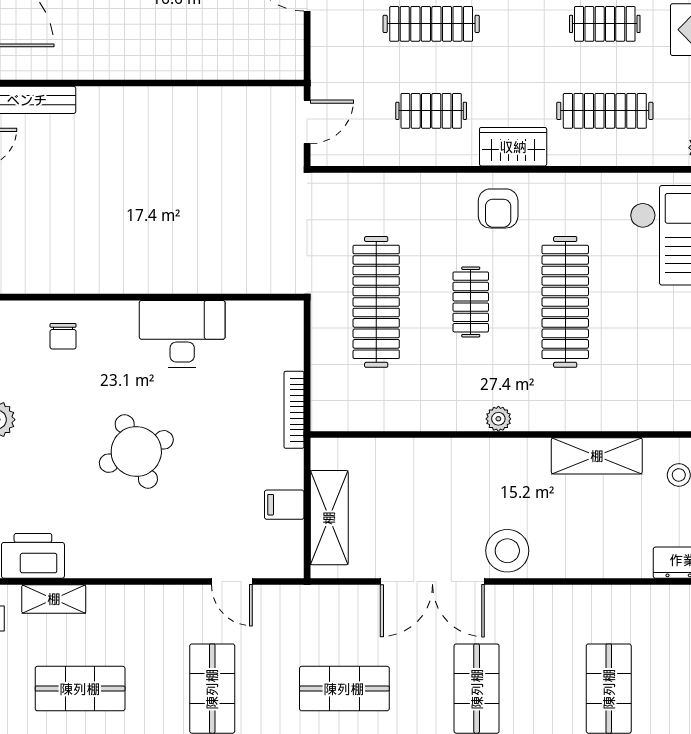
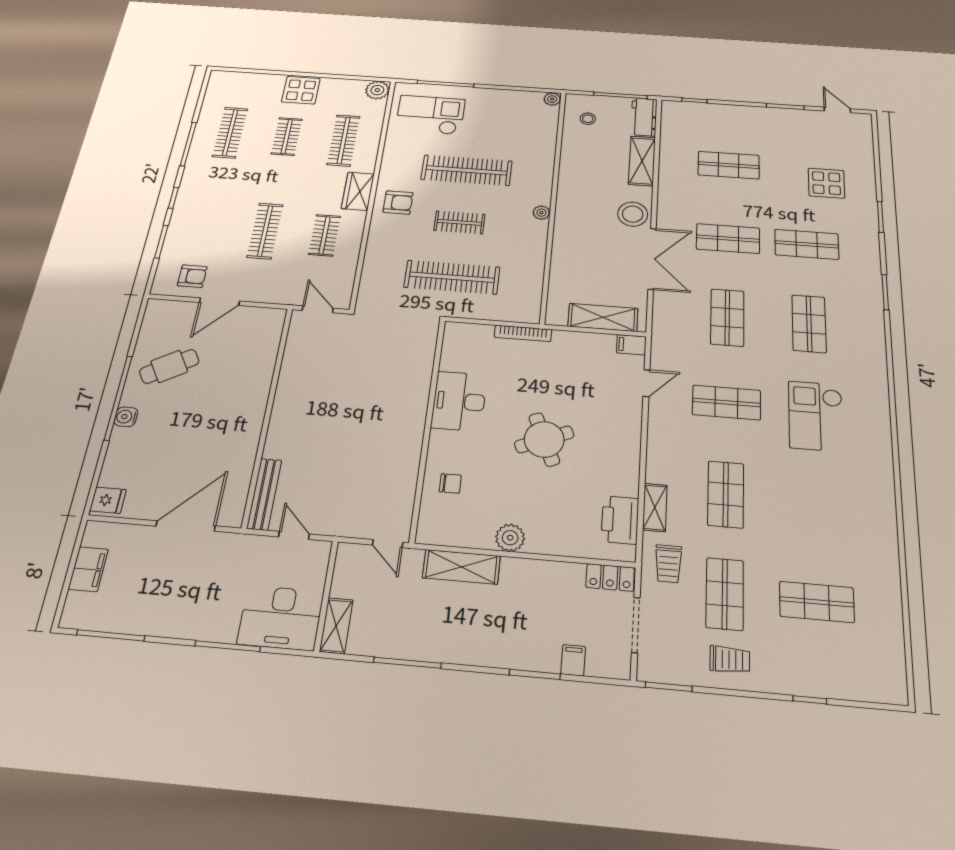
shelving: (597, 456) -> (642, 161), moved
filing cabinet: (284, 505) -> (631, 345), moved, turned 90

